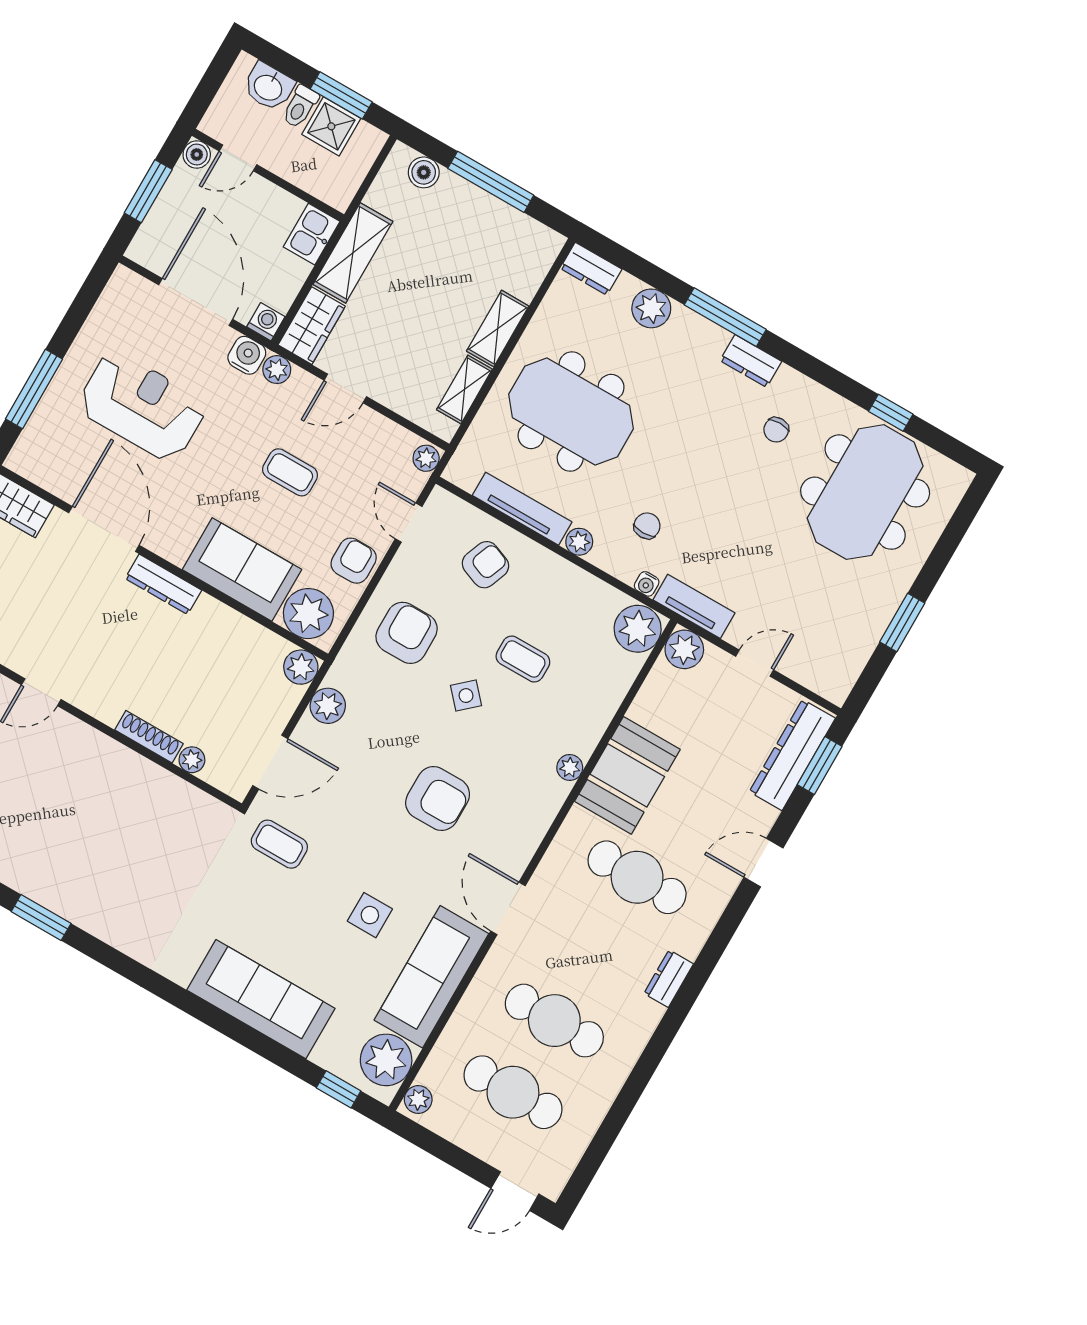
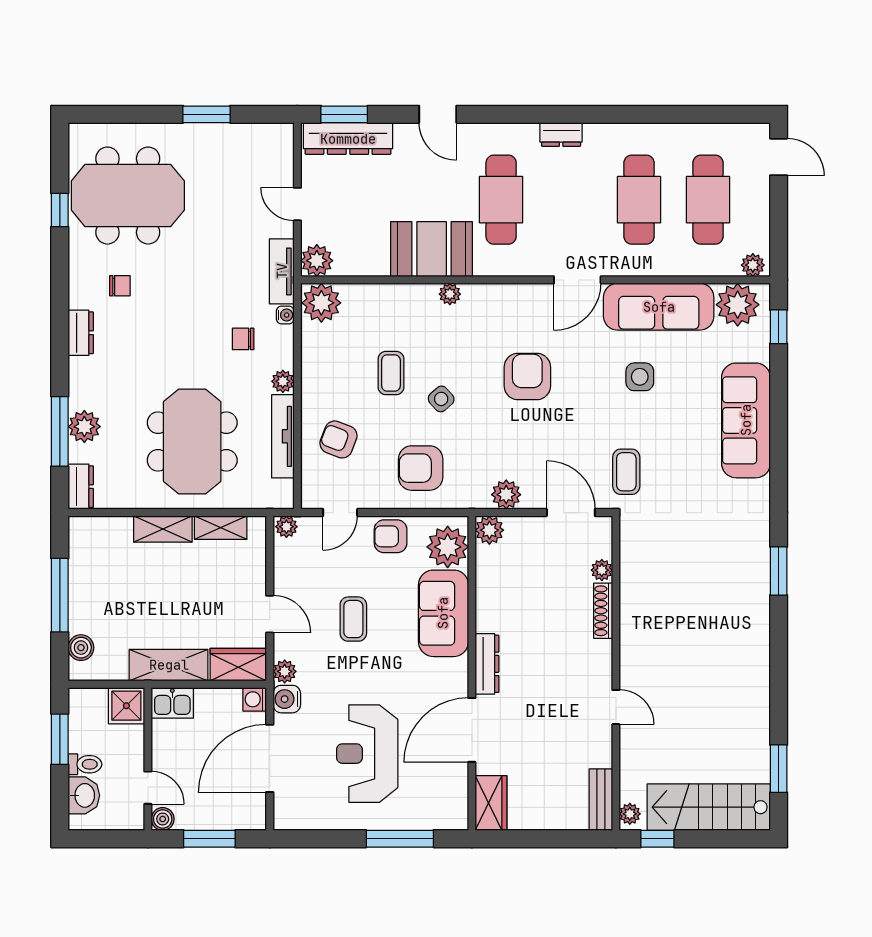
shower: (331, 126) -> (126, 706), moved
window: (725, 317) -> (60, 431), moved
window: (41, 918) -> (779, 571), moved

